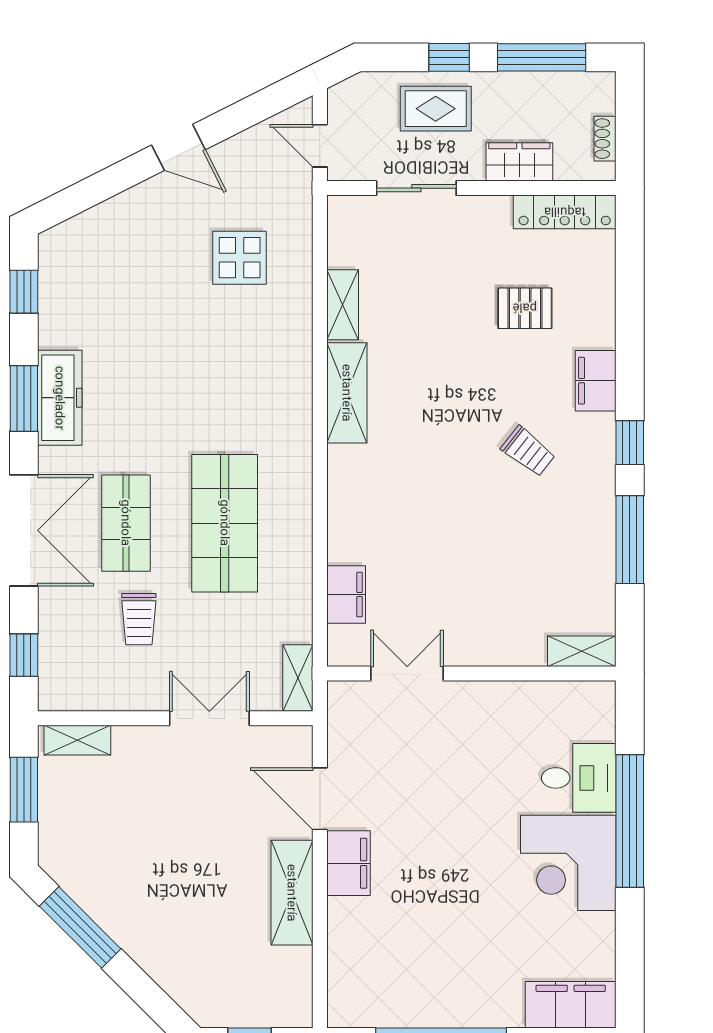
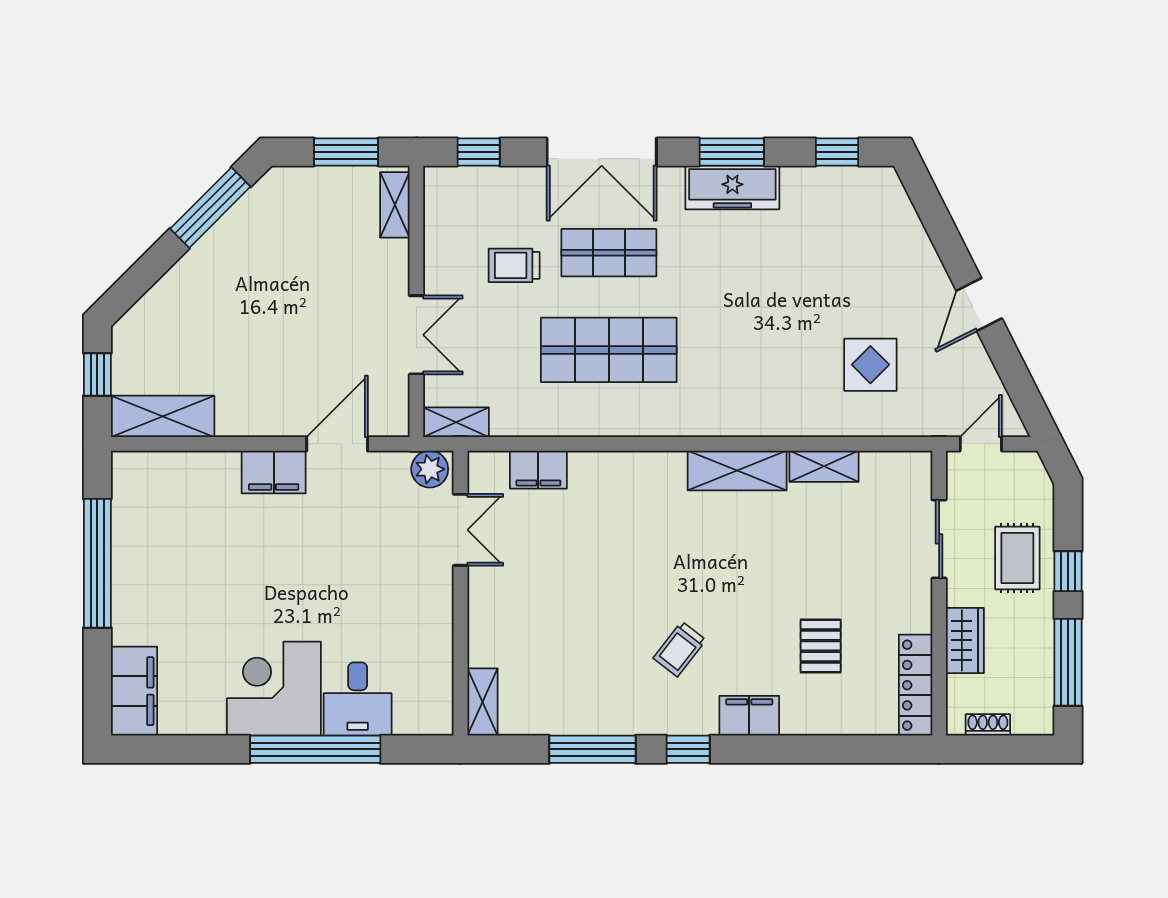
plant: (346, 705) -> (430, 469), added
shelving: (292, 893) -> (163, 416), moved

